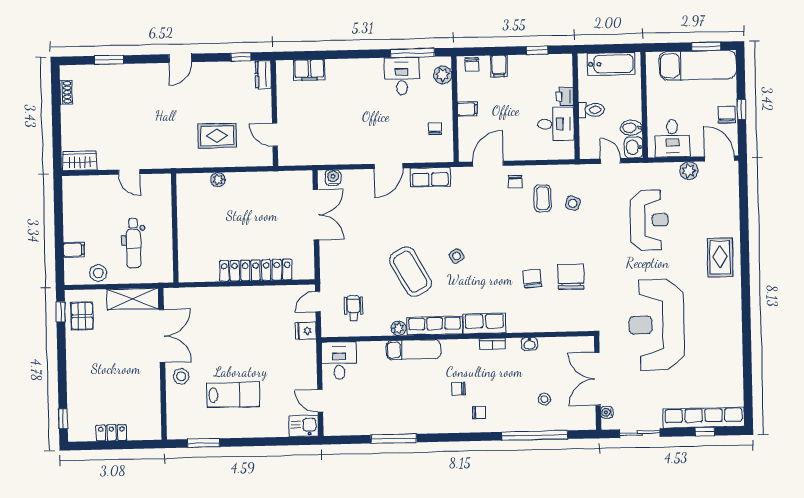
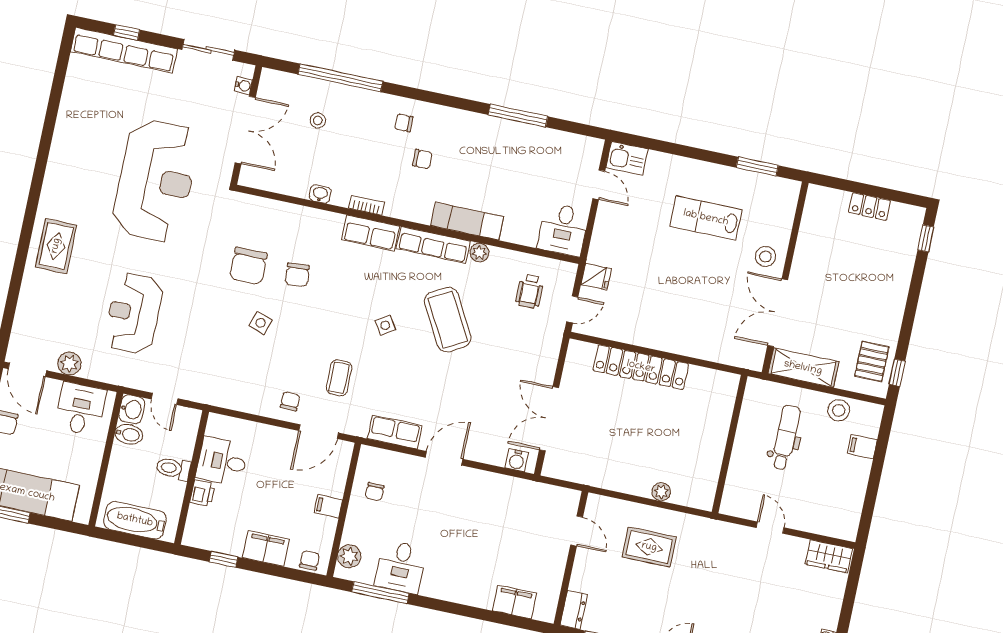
filing cabinet: (499, 66) -> (266, 548), width x2.00
coffee table: (543, 198) -> (339, 378), moved
side table: (573, 203) -> (261, 323), moved

